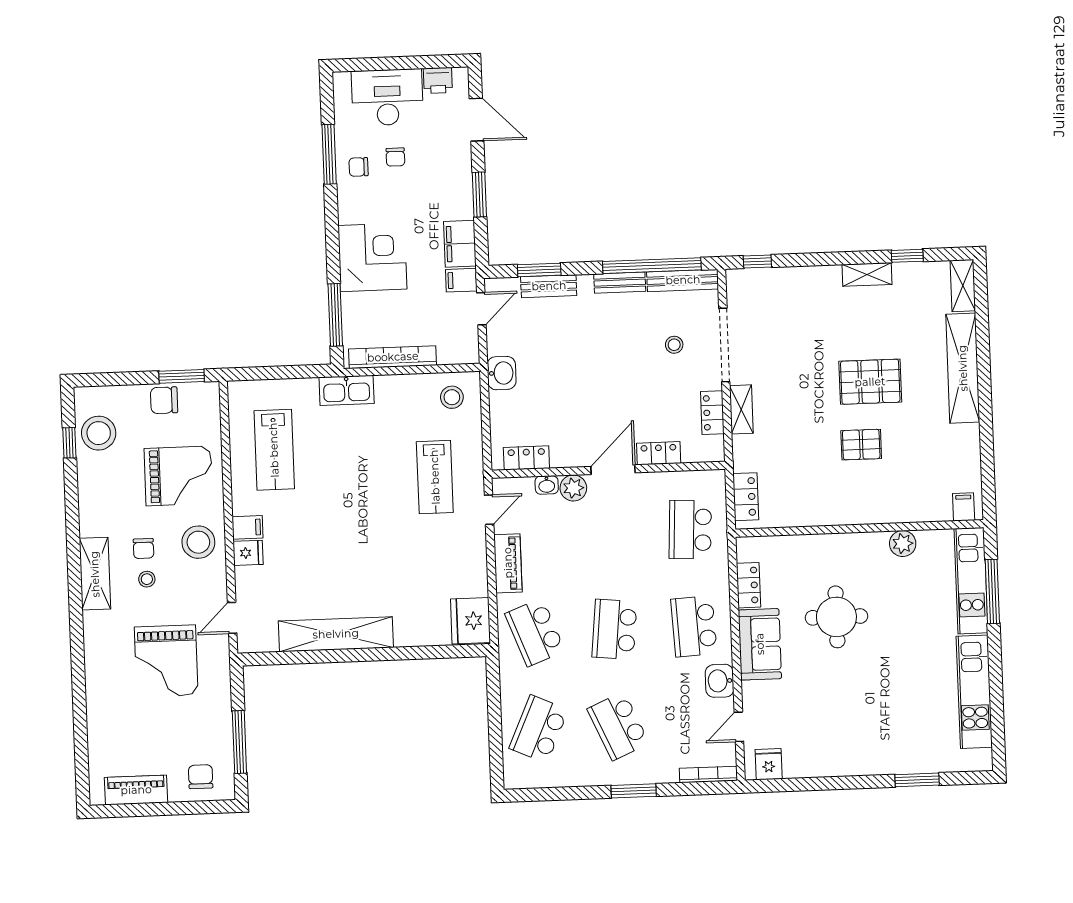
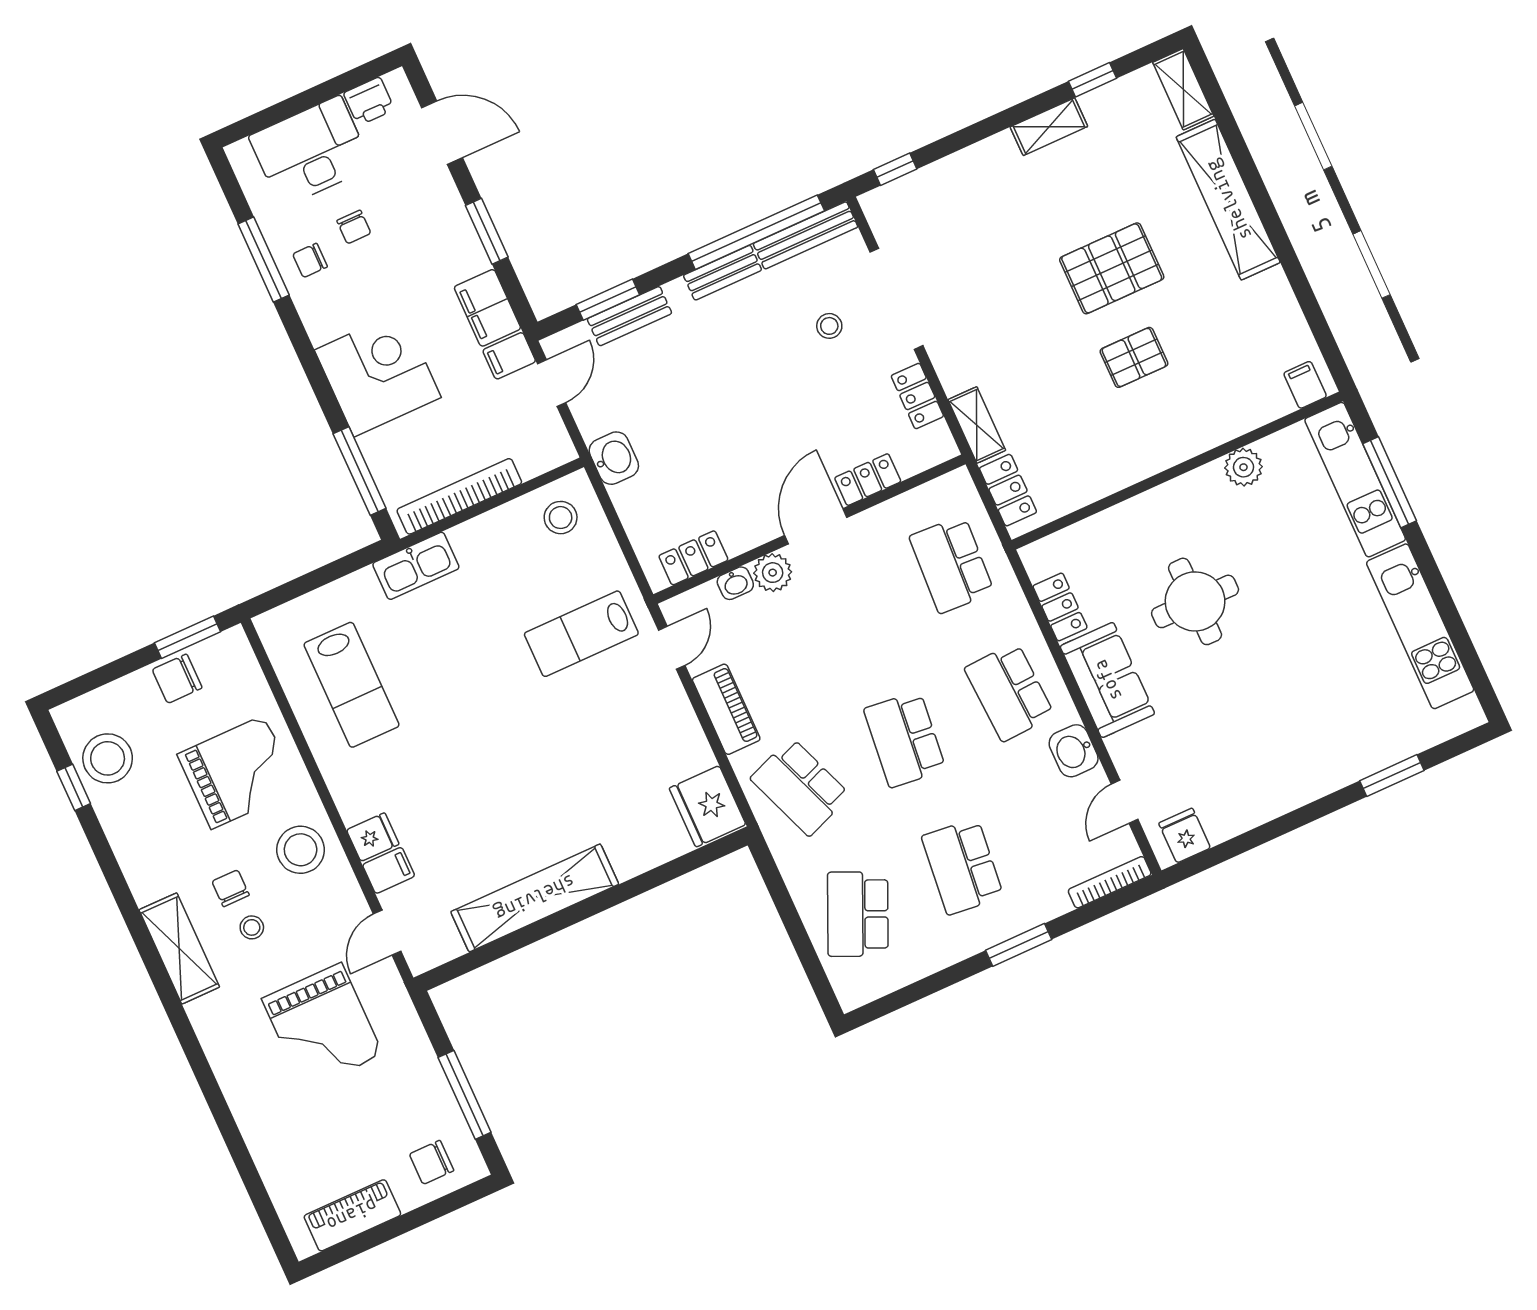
shelving: (741, 409) -> (977, 425), moved
lab bench: (435, 477) -> (581, 634), turned 90
filing cabinet: (247, 527) -> (389, 870), moved
chair: (143, 548) -> (231, 888), turned 180
school desk: (618, 726) -> (963, 867), turned 30
chair: (201, 777) -> (432, 1162), turned -90

